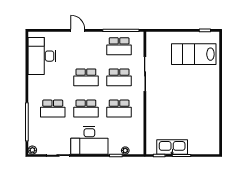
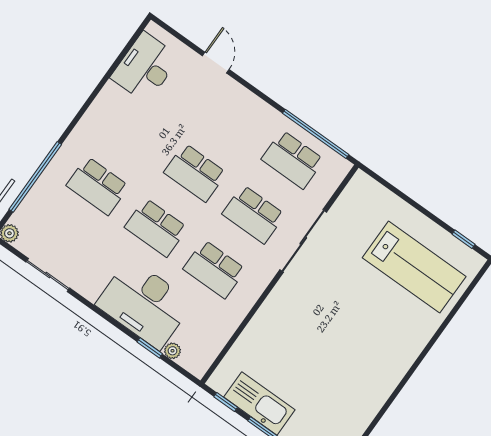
door: (78, 30) -> (216, 63), moved
lab bench: (194, 54) -> (414, 267), turned 180
desk: (42, 56) -> (145, 67), width x0.73, depth x0.77
desk: (89, 140) -> (144, 304), moved

